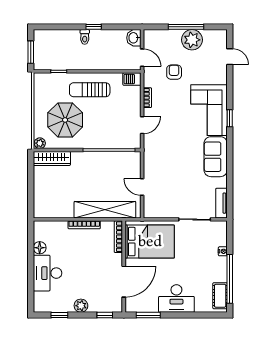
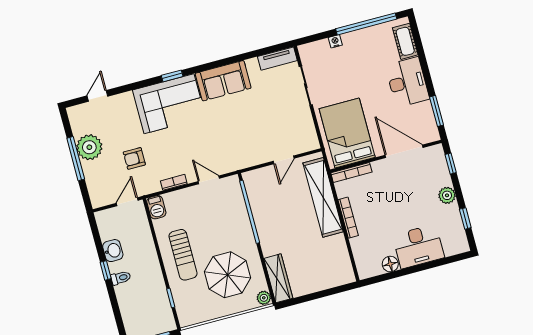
washbasin: (134, 38) -> (113, 251), moved, turned -90
cot: (220, 296) -> (405, 41), moved, turned 90

